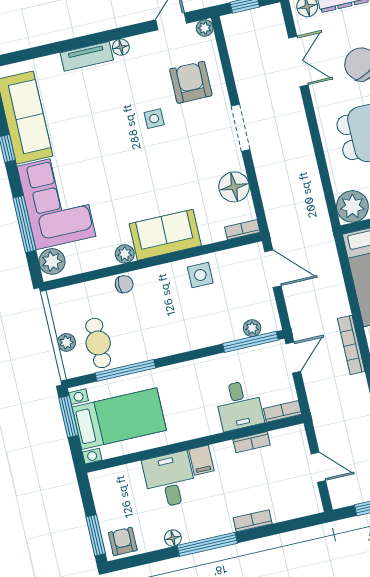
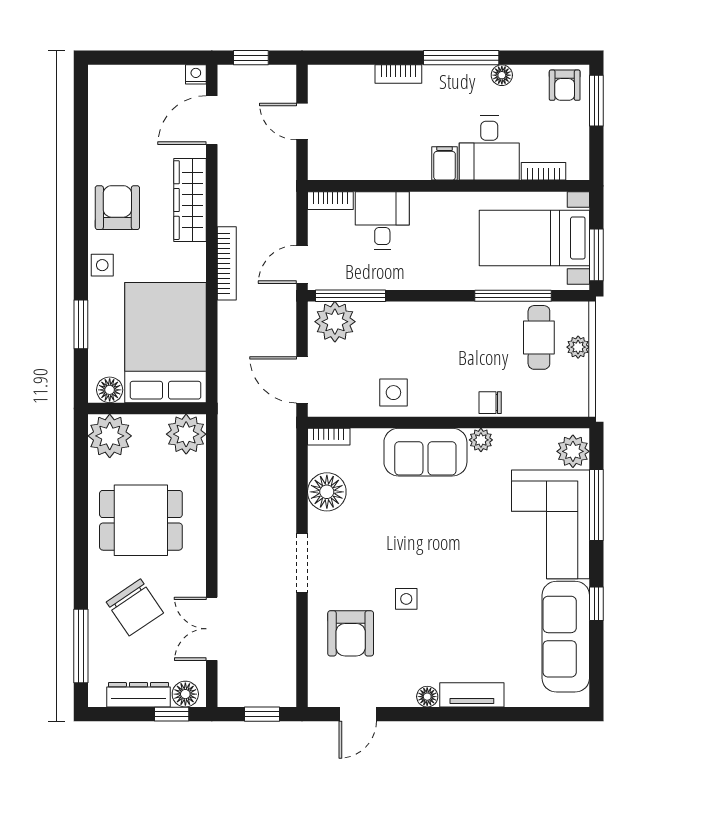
plant: (205, 28) -> (318, 697), removed
plant: (252, 328) -> (335, 322), width x1.87, depth x1.87
bookcase: (252, 442) -> (544, 171), moved

